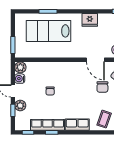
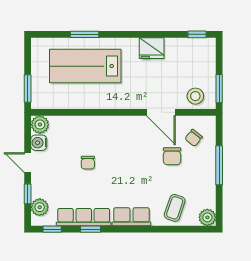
plant: (20, 106) -> (40, 207), moved

